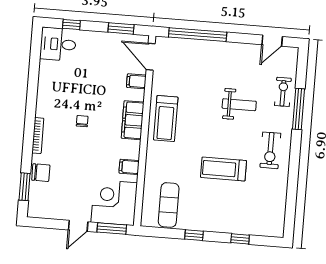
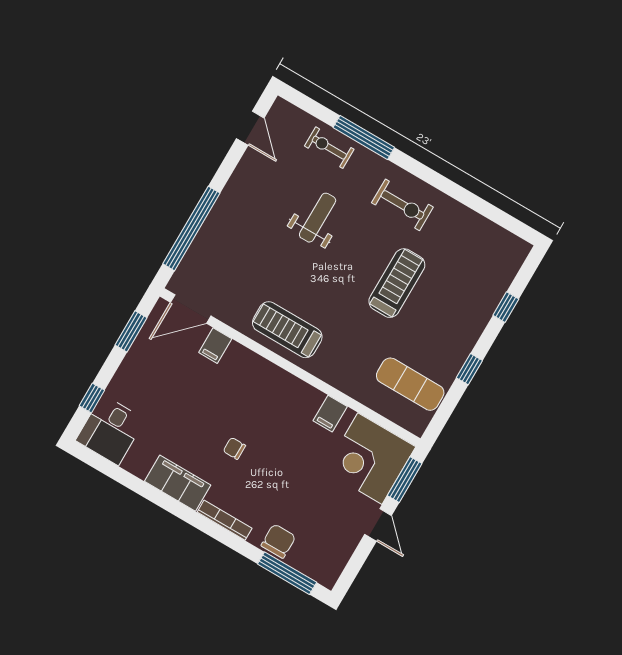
treadmill: (166, 119) -> (287, 330), turned 180
filing cabinet: (133, 120) -> (178, 483), moved, turned 180
treadmill: (223, 169) -> (397, 283), turned 180
window: (25, 187) -> (287, 573), width x1.44

